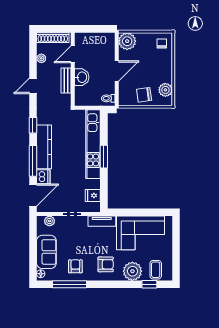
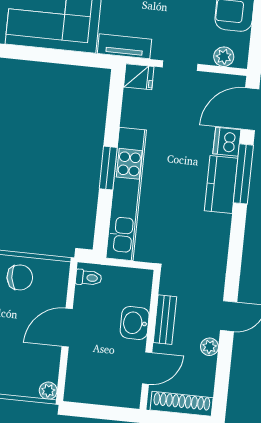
plant: (127, 41) -> (48, 391), width x0.53, depth x0.53
plant: (41, 58) -> (209, 347), moved
window: (33, 125) -> (236, 241), removed
kitchen counter: (44, 147) -> (221, 185), width x0.67
fridge: (93, 195) -> (139, 77), moved

